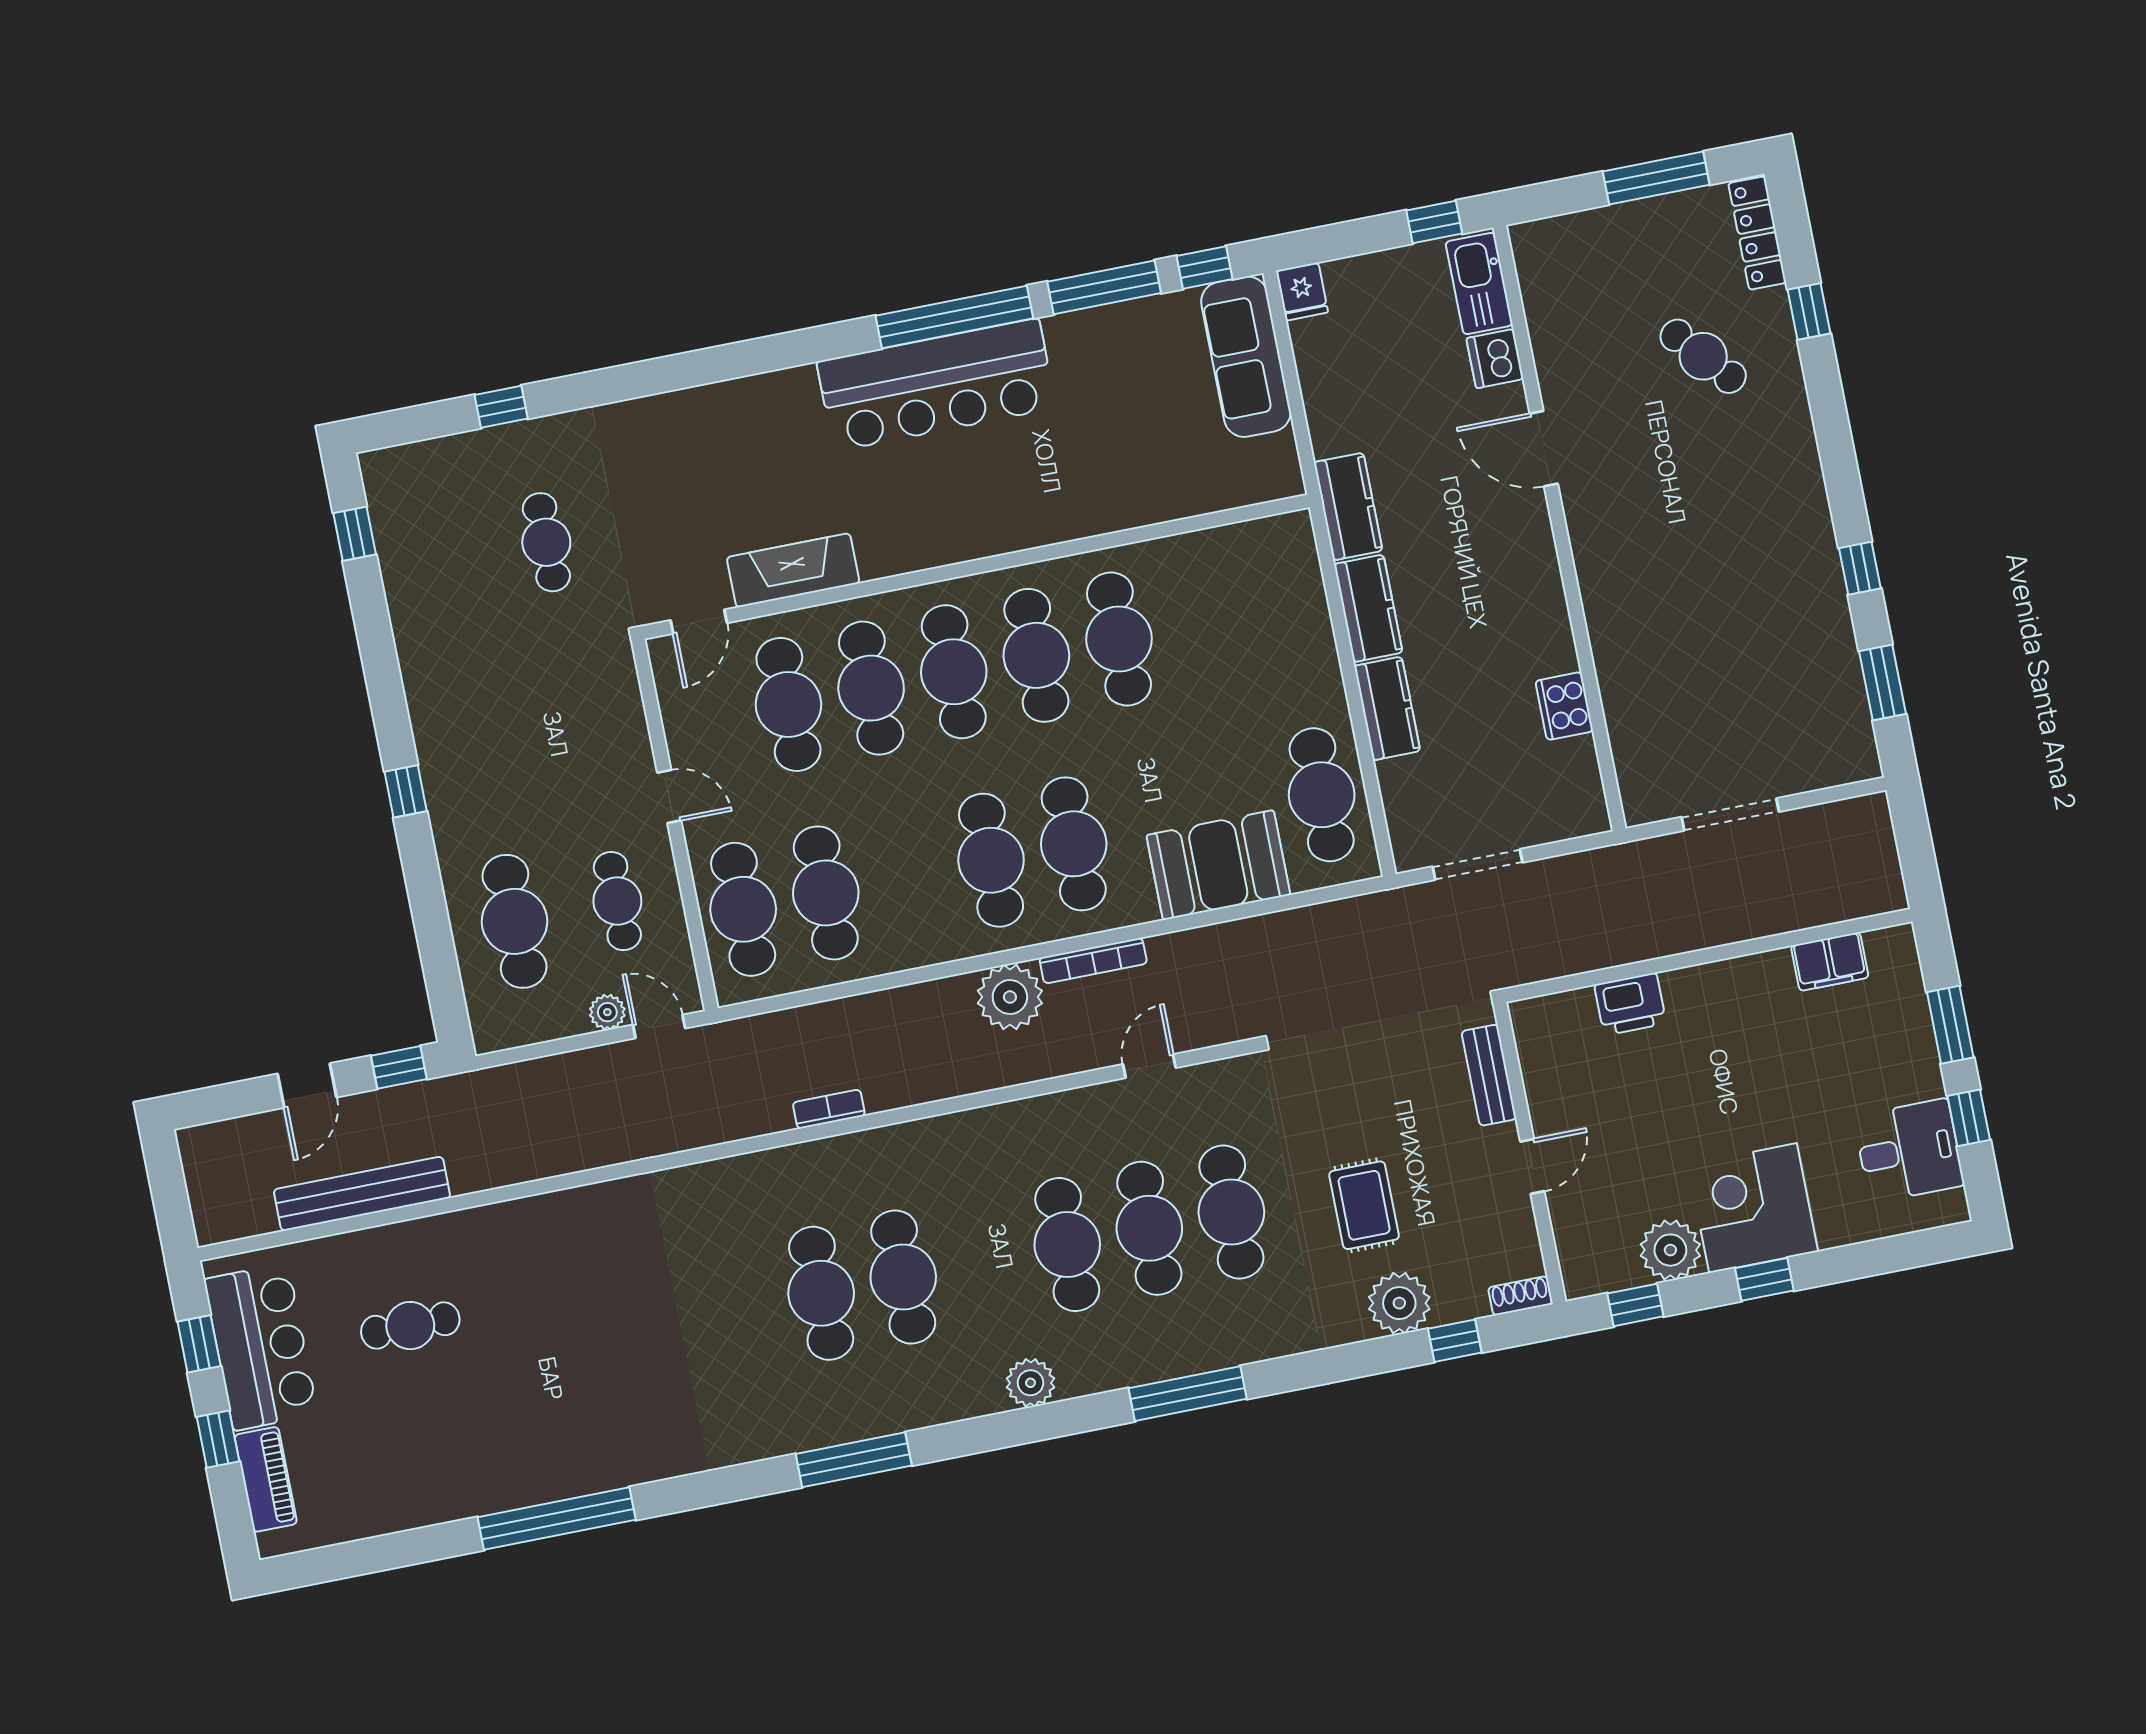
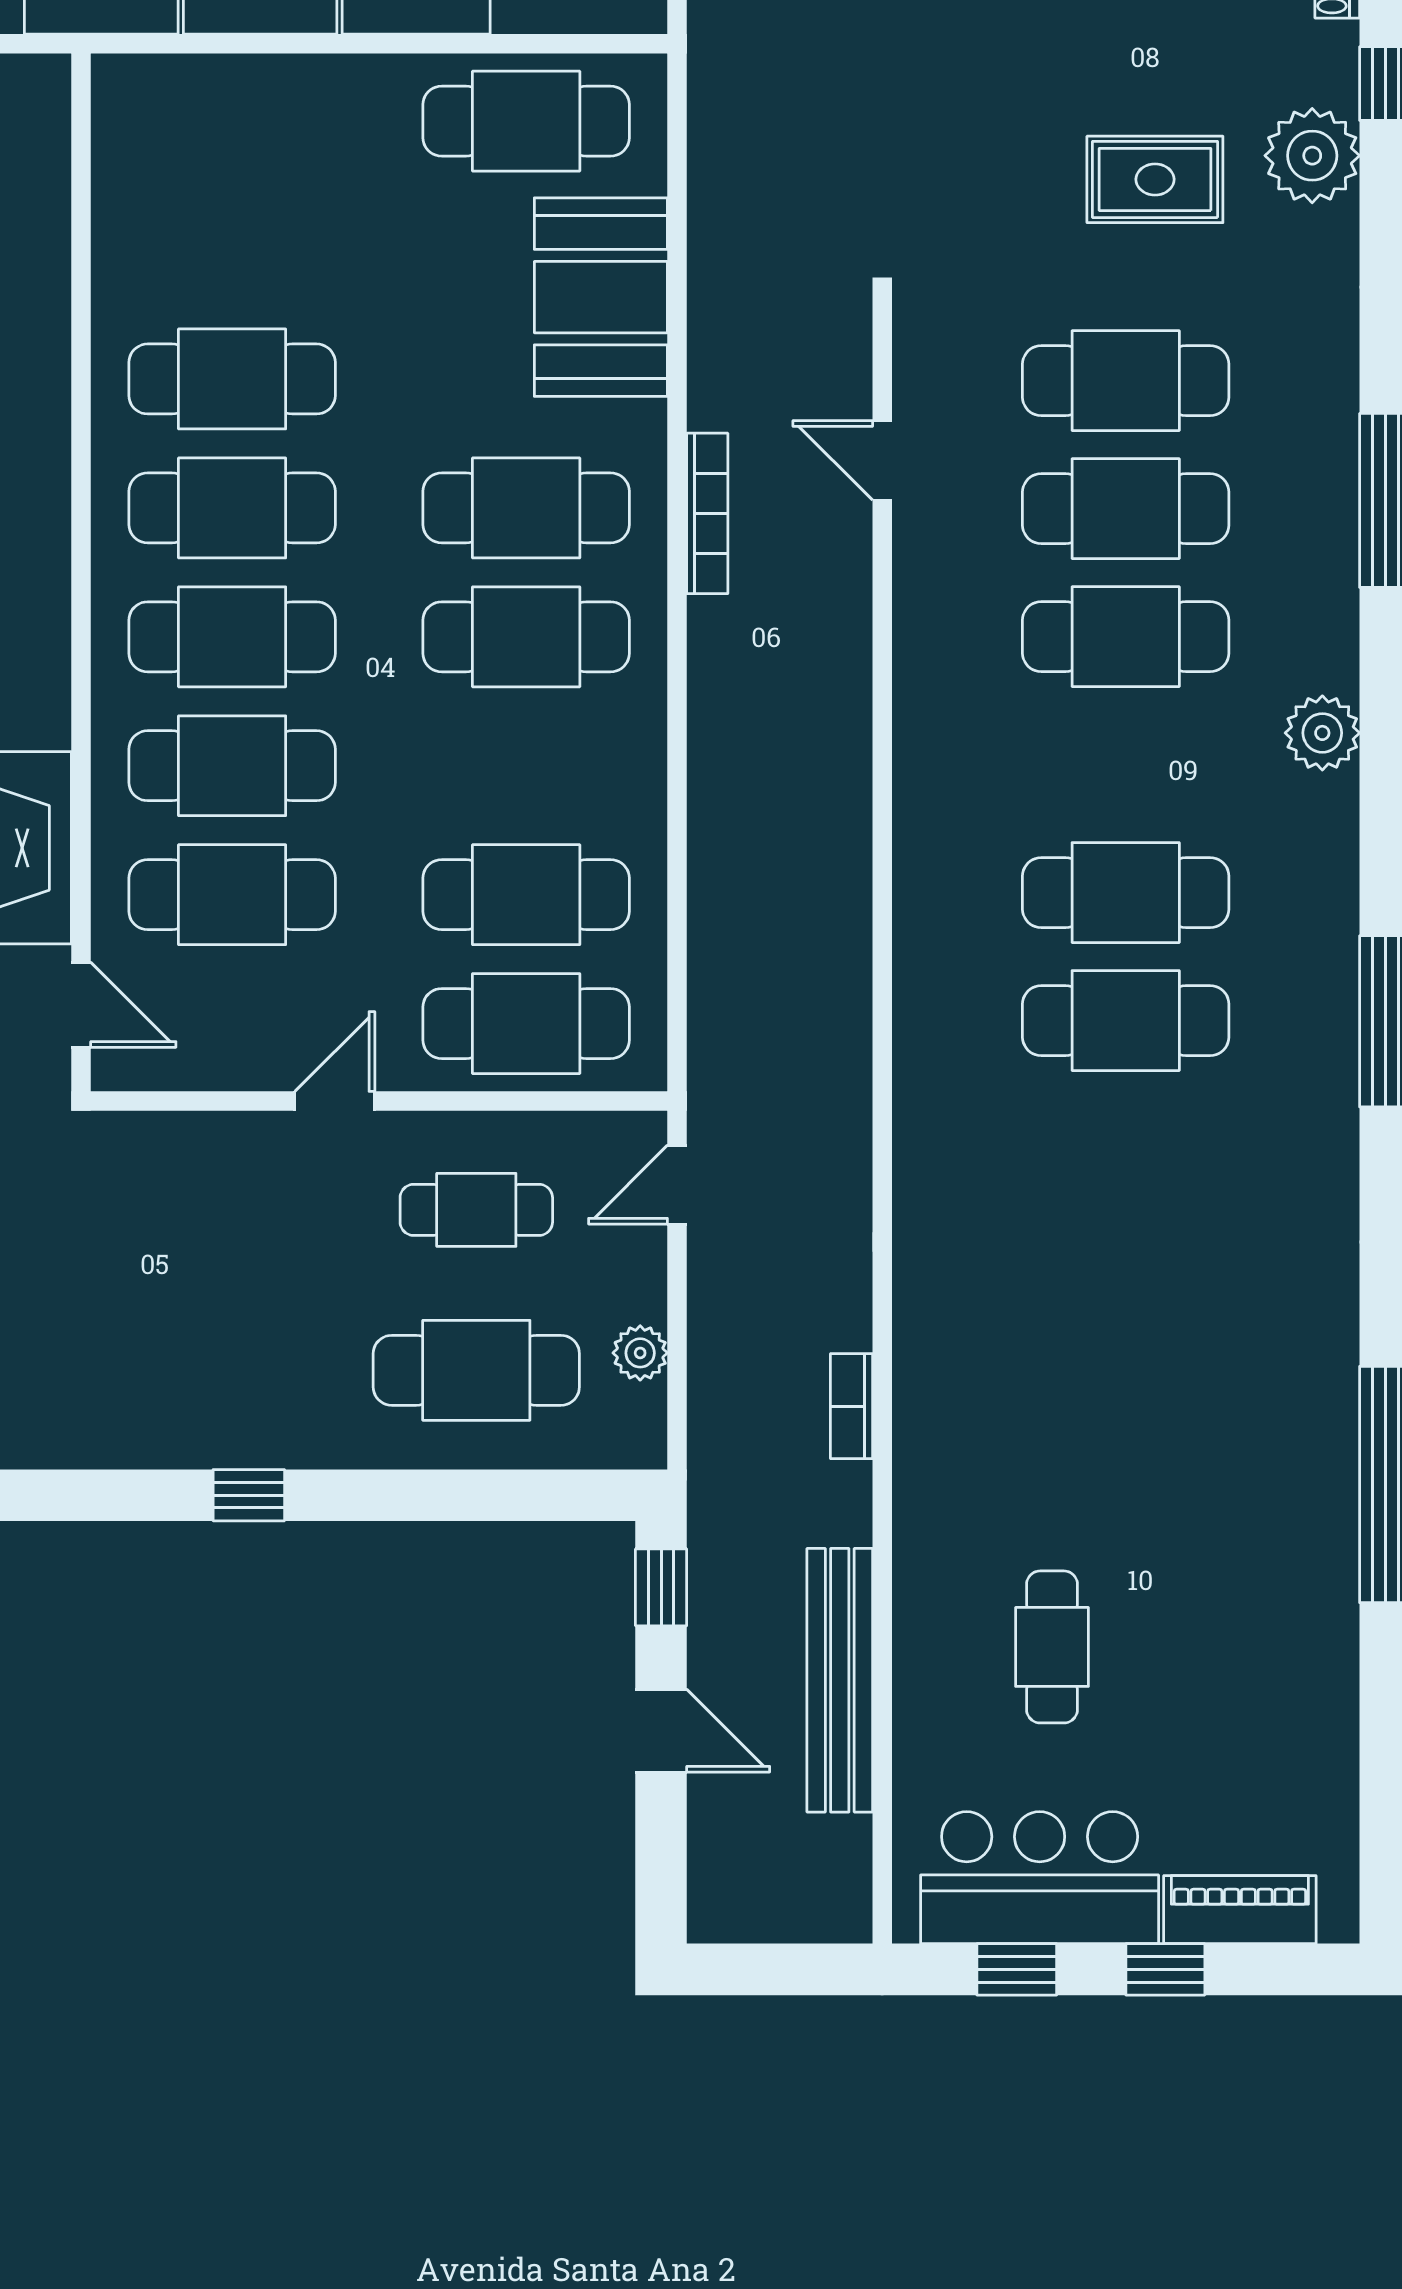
plant: (1010, 997) -> (737, 649), removed
plant: (607, 1012) -> (640, 1353), moved
bookcase: (829, 1109) -> (852, 1406), moved

